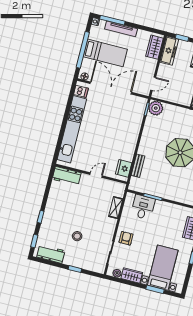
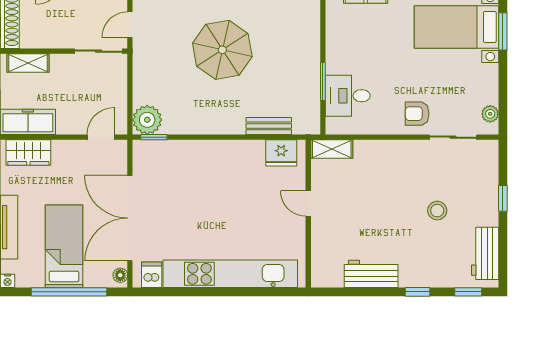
door: (153, 84) -> (101, 137), hinge flipped
workbench: (67, 176) -> (371, 274), moved, turned -90
shelving: (116, 208) -> (332, 149), moved
wardrobe: (132, 275) -> (487, 84), removed

